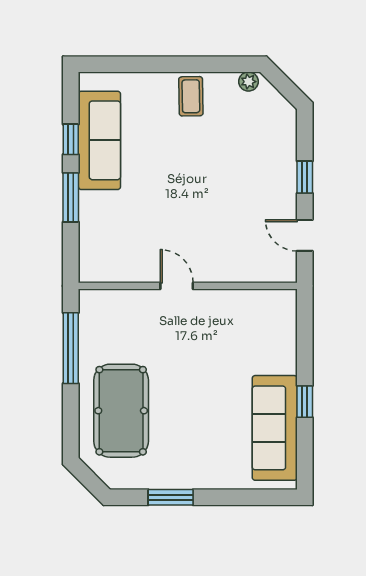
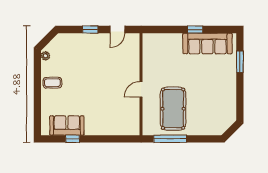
sofa: (99, 140) -> (67, 125), width x0.73
window: (71, 197) -> (100, 139), removed
pool table: (121, 411) -> (173, 109), moved, turned 90
window: (171, 497) -> (240, 62), moved

